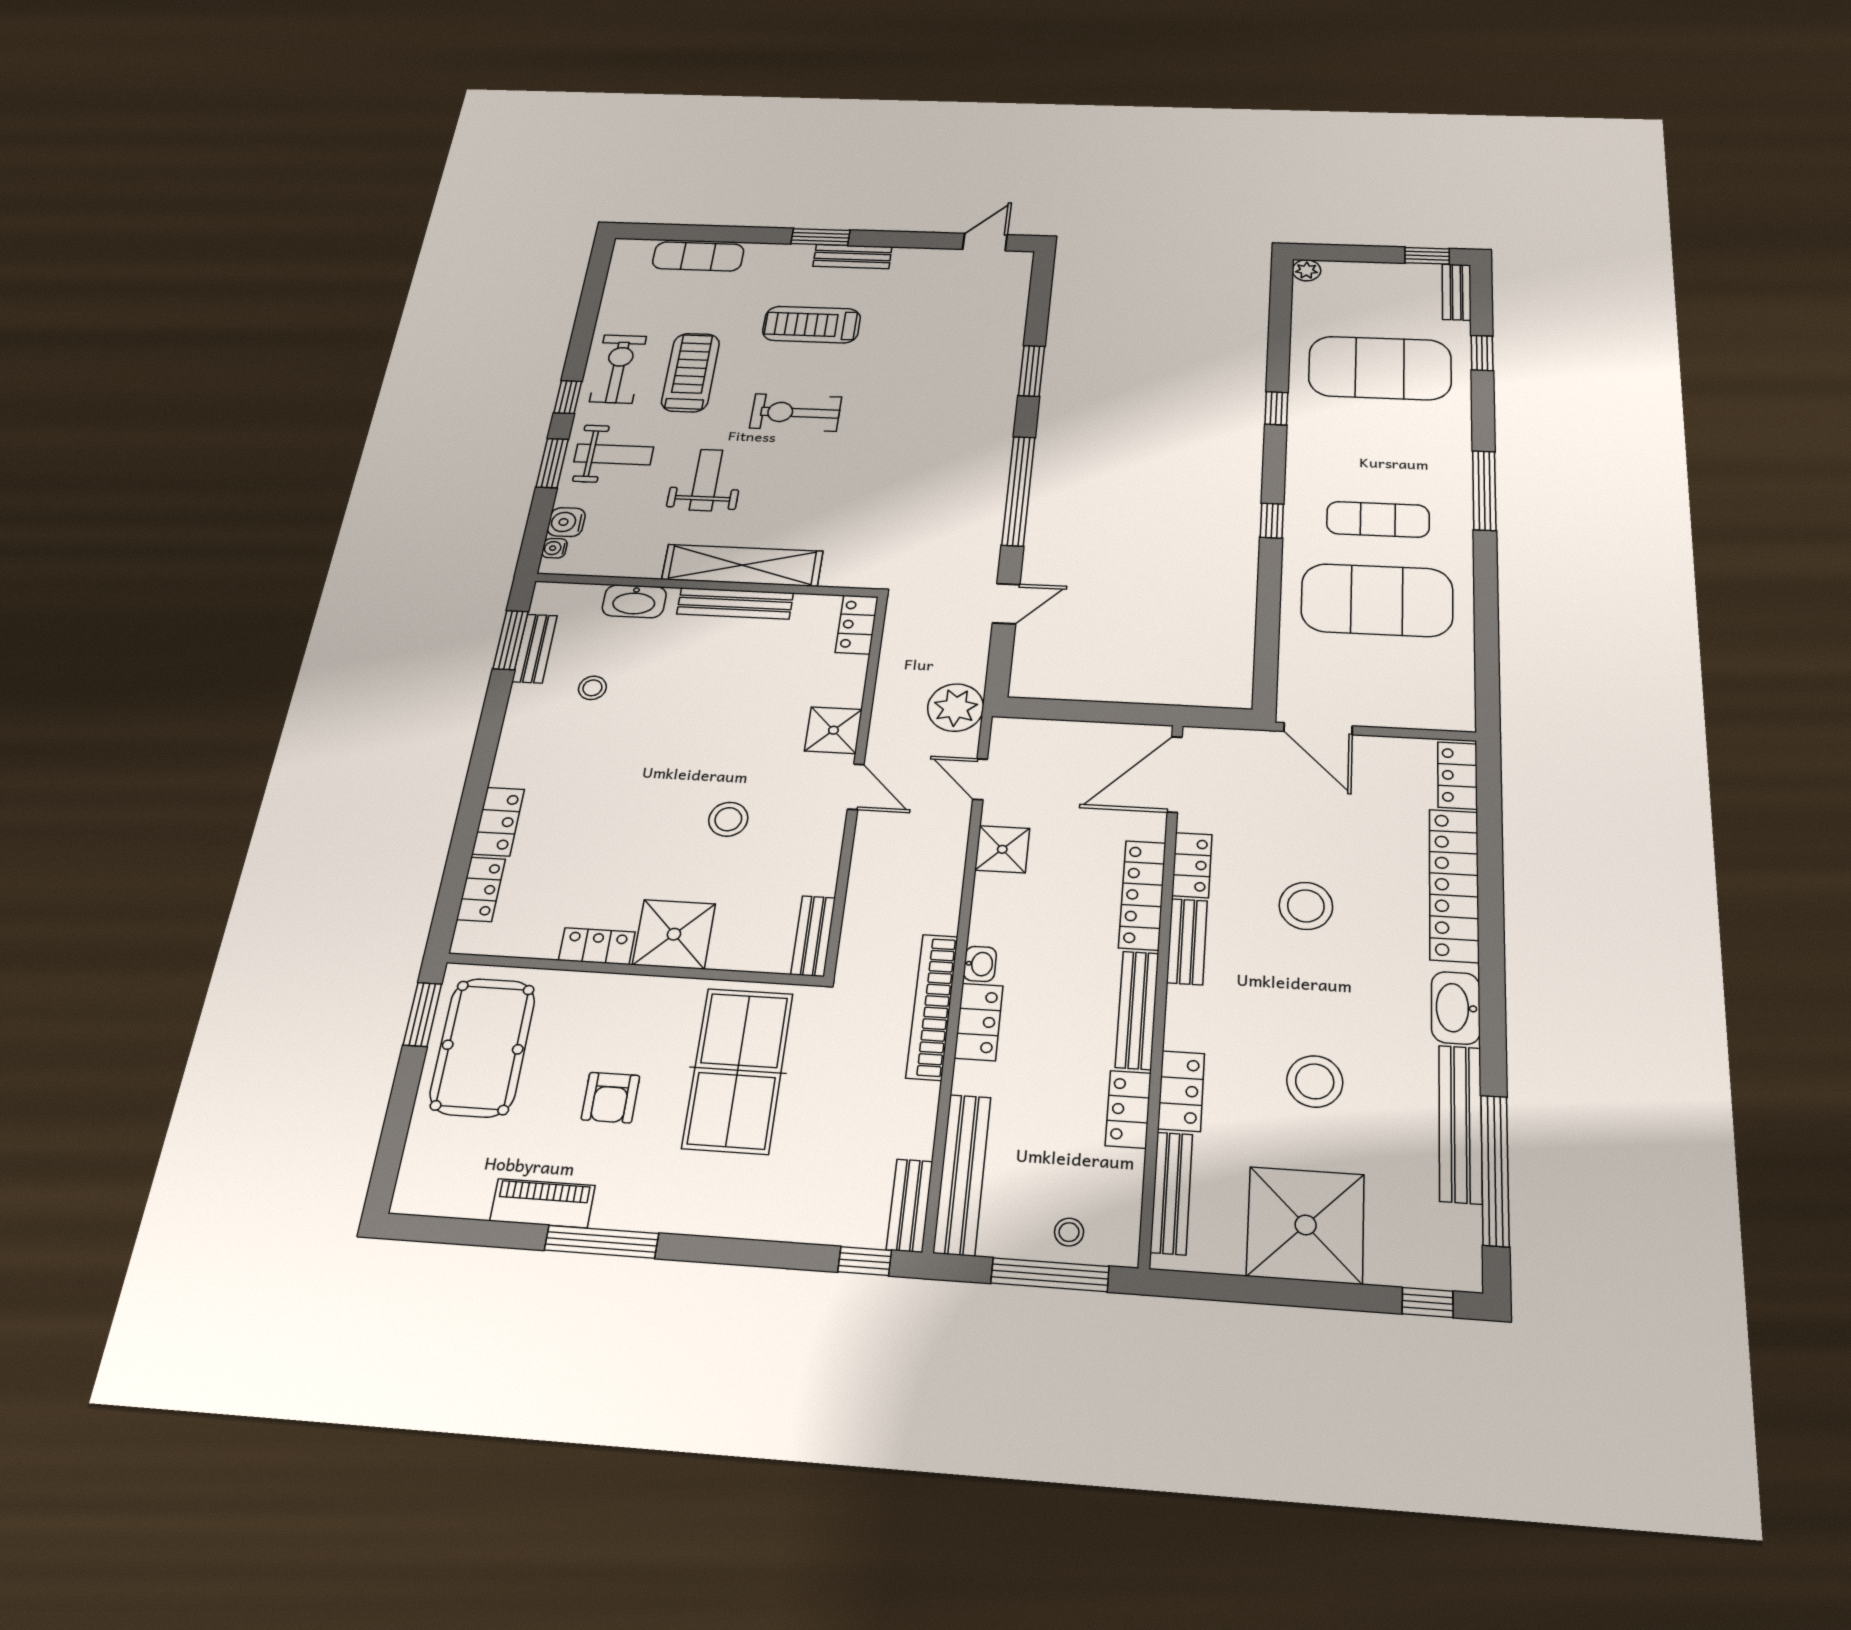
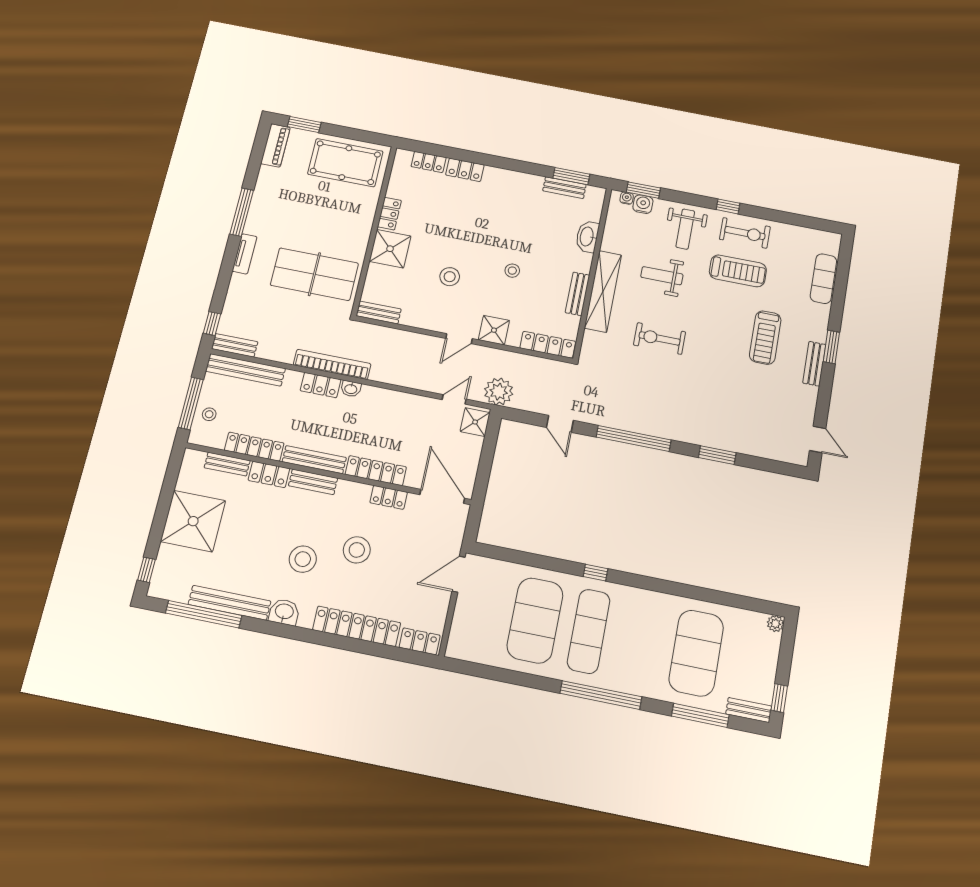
treadmill: (811, 325) -> (765, 338), turned 180
window: (1482, 353) -> (700, 715), width x2.17
window: (1276, 408) -> (674, 588), removed
exercise bike: (796, 412) -> (660, 338), moved, turned -90
window: (552, 463) -> (643, 190), moved
weight bench: (706, 480) -> (662, 276), turned 180
window: (1484, 490) -> (601, 695), width x1.46
exercise mat: (1378, 519) -> (589, 631), width x1.36, depth x1.45
bench: (735, 603) -> (577, 294), width x0.73
locker: (857, 625) -> (548, 345), width x1.53
stool: (592, 688) -> (512, 271), moved
shower: (1002, 849) -> (475, 422), moved
bench: (1187, 942) -> (313, 482), moved
washbasin: (1456, 1008) -> (284, 612), width x0.72
window: (422, 1014) -> (304, 124), moved
stool: (1315, 1081) -> (303, 559), moved
armchair: (610, 1098) -> (310, 218), removed
locker: (1128, 1109) -> (254, 447), width x1.53
bench: (1171, 1193) -> (227, 464), width x0.73
piano: (542, 1203) -> (275, 145), moved
tv unit: (699, 1219) -> (245, 254), added

